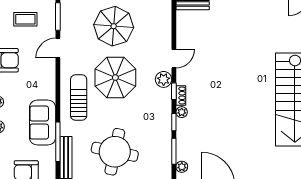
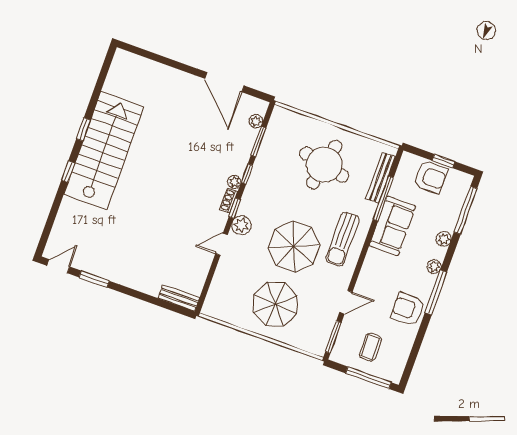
coffee table: (25, 19) -> (370, 347), turned 90

